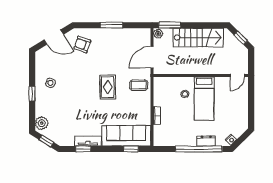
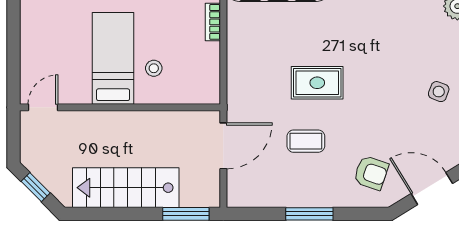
plant: (158, 34) -> (211, 196), removed
coffee table: (139, 85) -> (306, 141), moved
rug: (108, 87) -> (317, 83), turned 90

